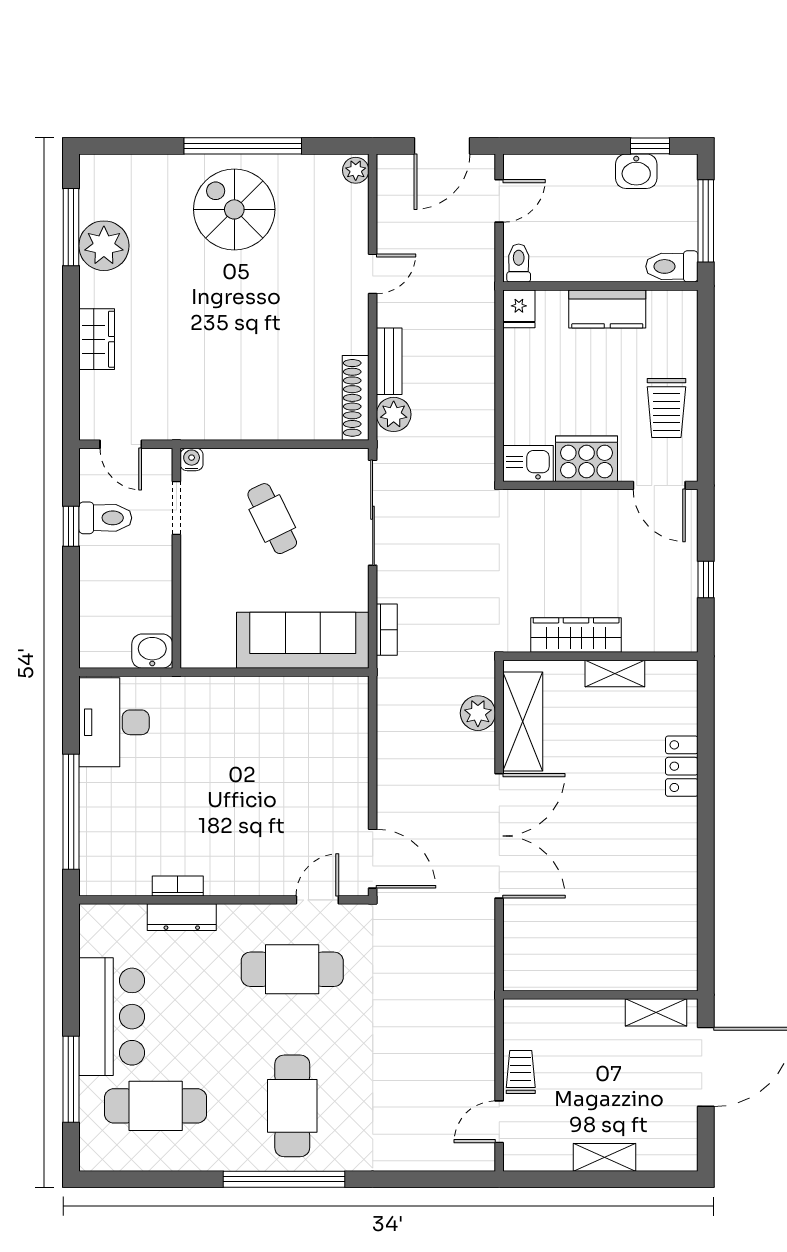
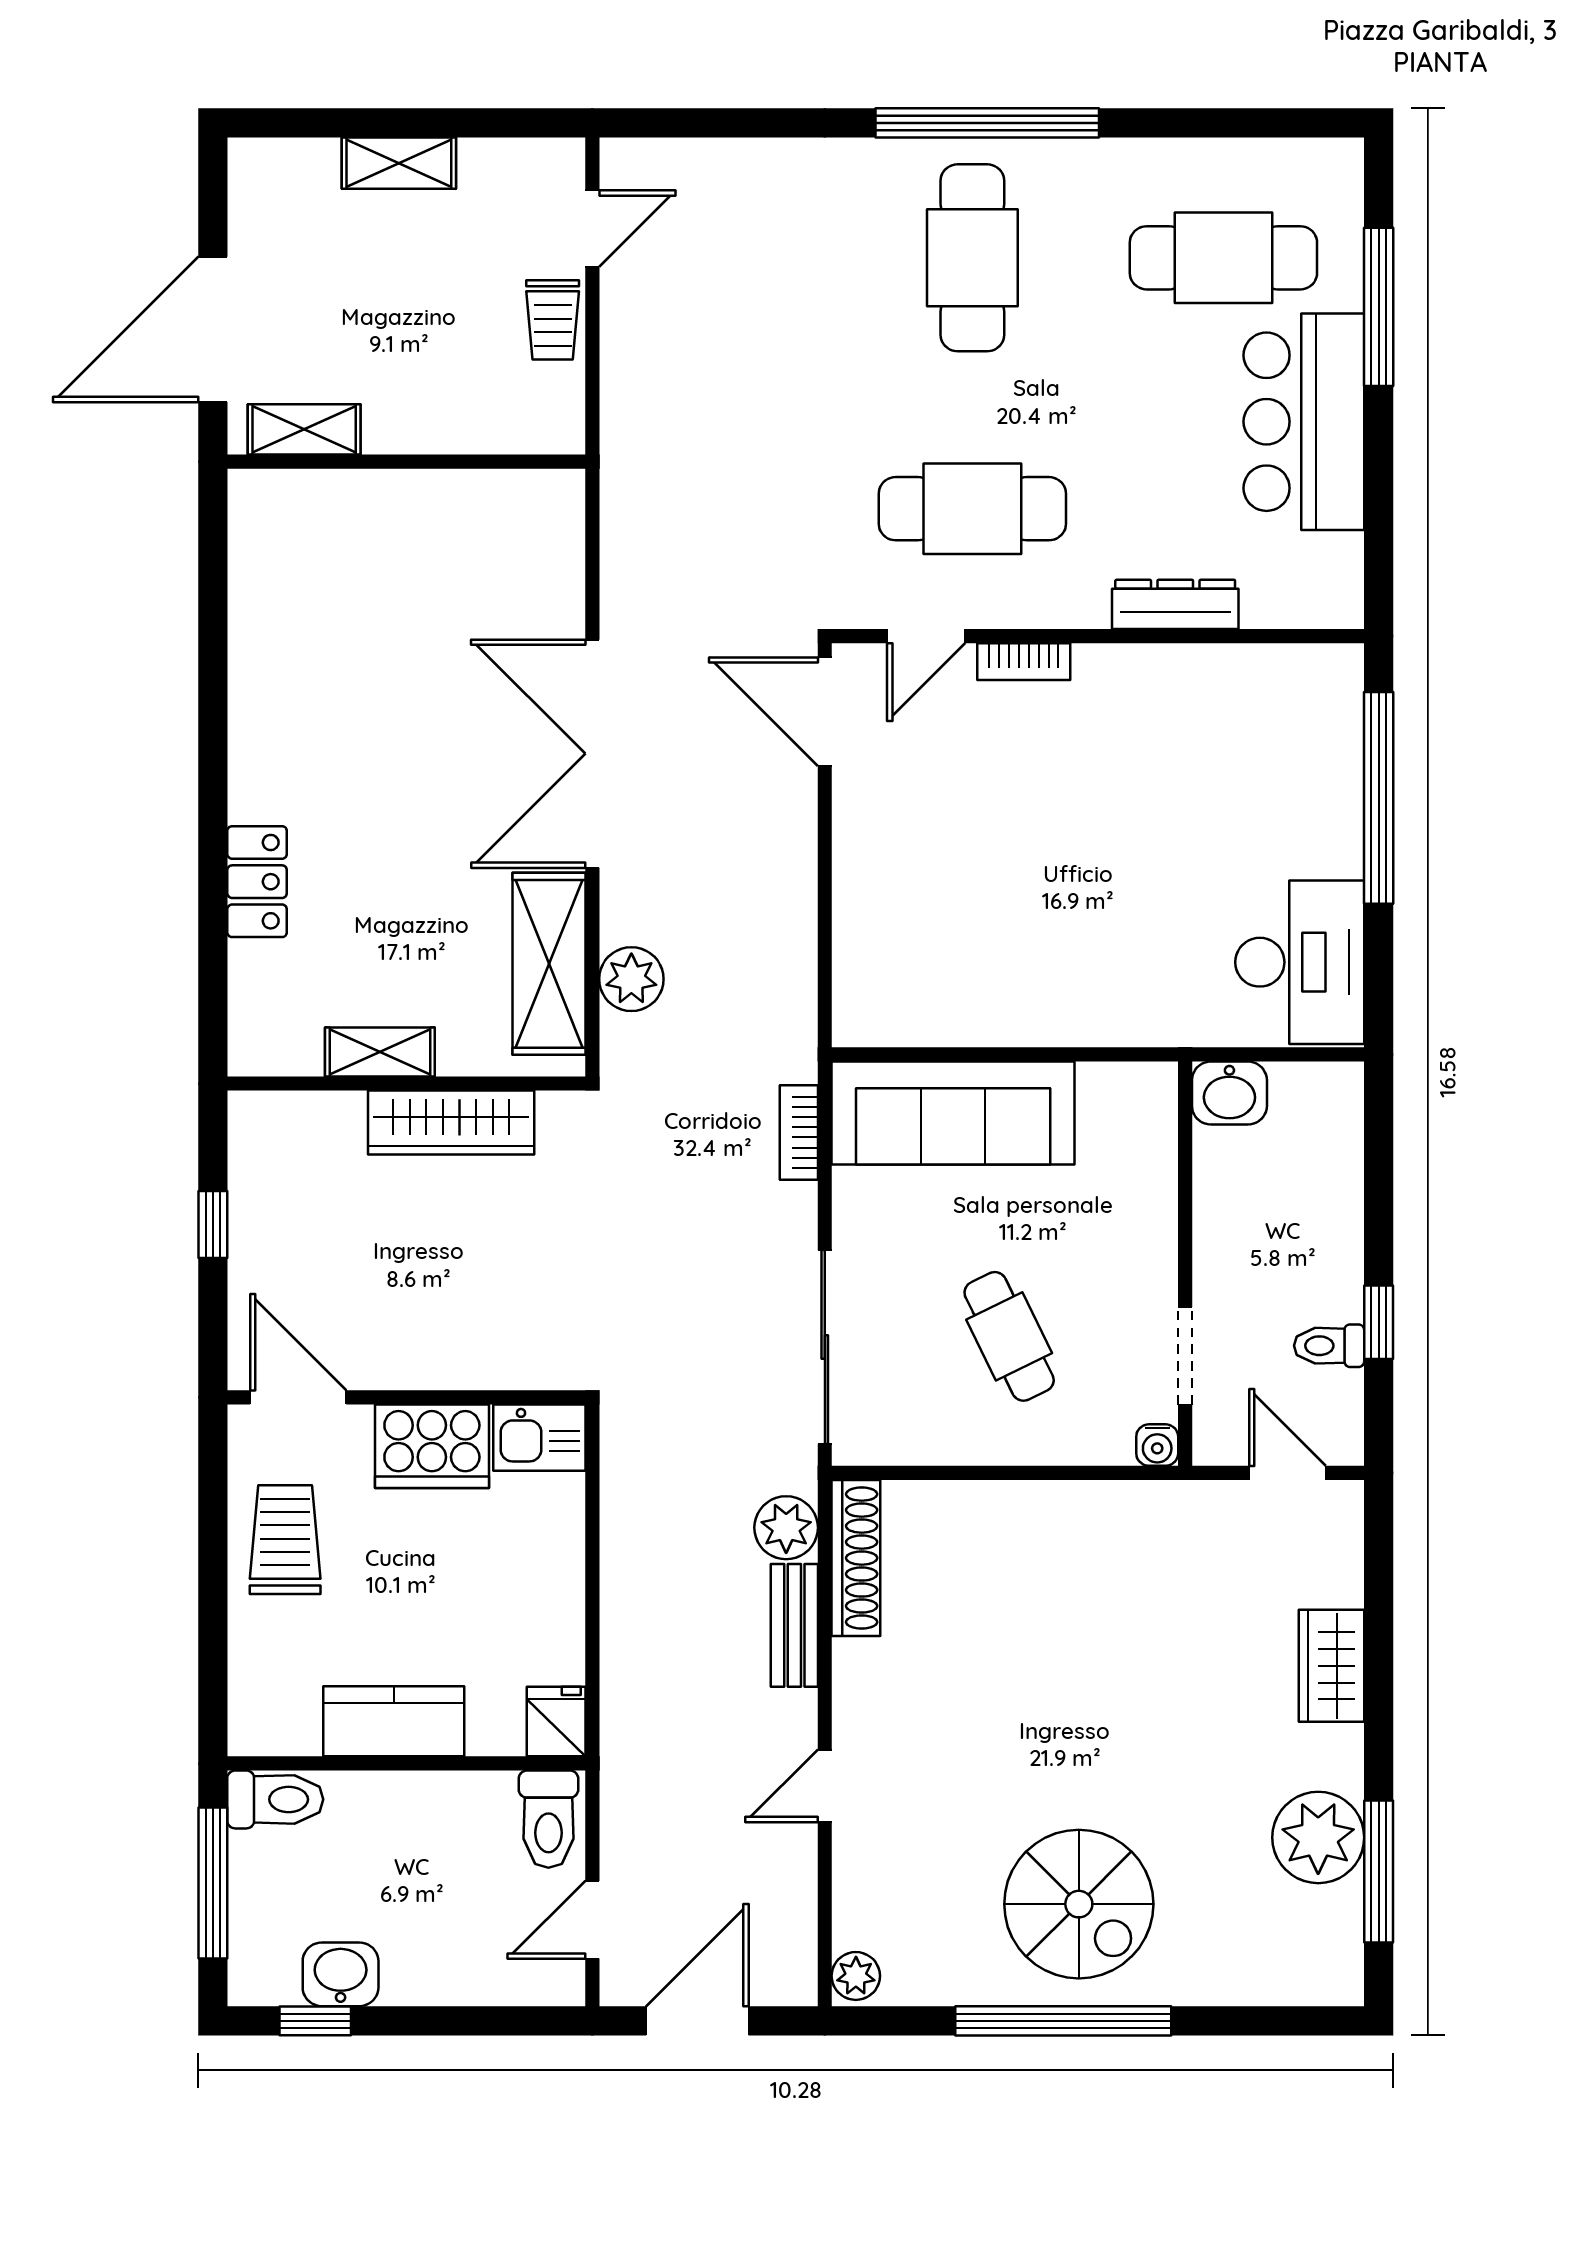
toilet: (519, 263) -> (548, 1819), width x1.37, depth x1.39
toilet: (105, 518) -> (1329, 1346), width x0.73, depth x0.72
bookcase: (178, 886) -> (1024, 662), moved

